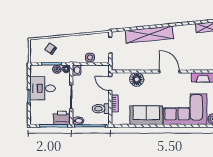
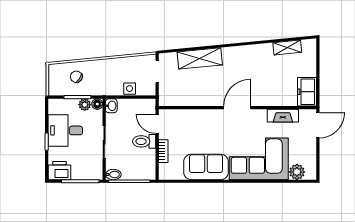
shelving: (149, 35) -> (200, 58), width x0.68
door: (169, 71) -> (237, 108), hinge flipped
floor lamp: (137, 79) -> (193, 118), removed
toilet: (101, 109) -> (144, 141), moved
printer: (62, 118) -> (60, 171), moved

